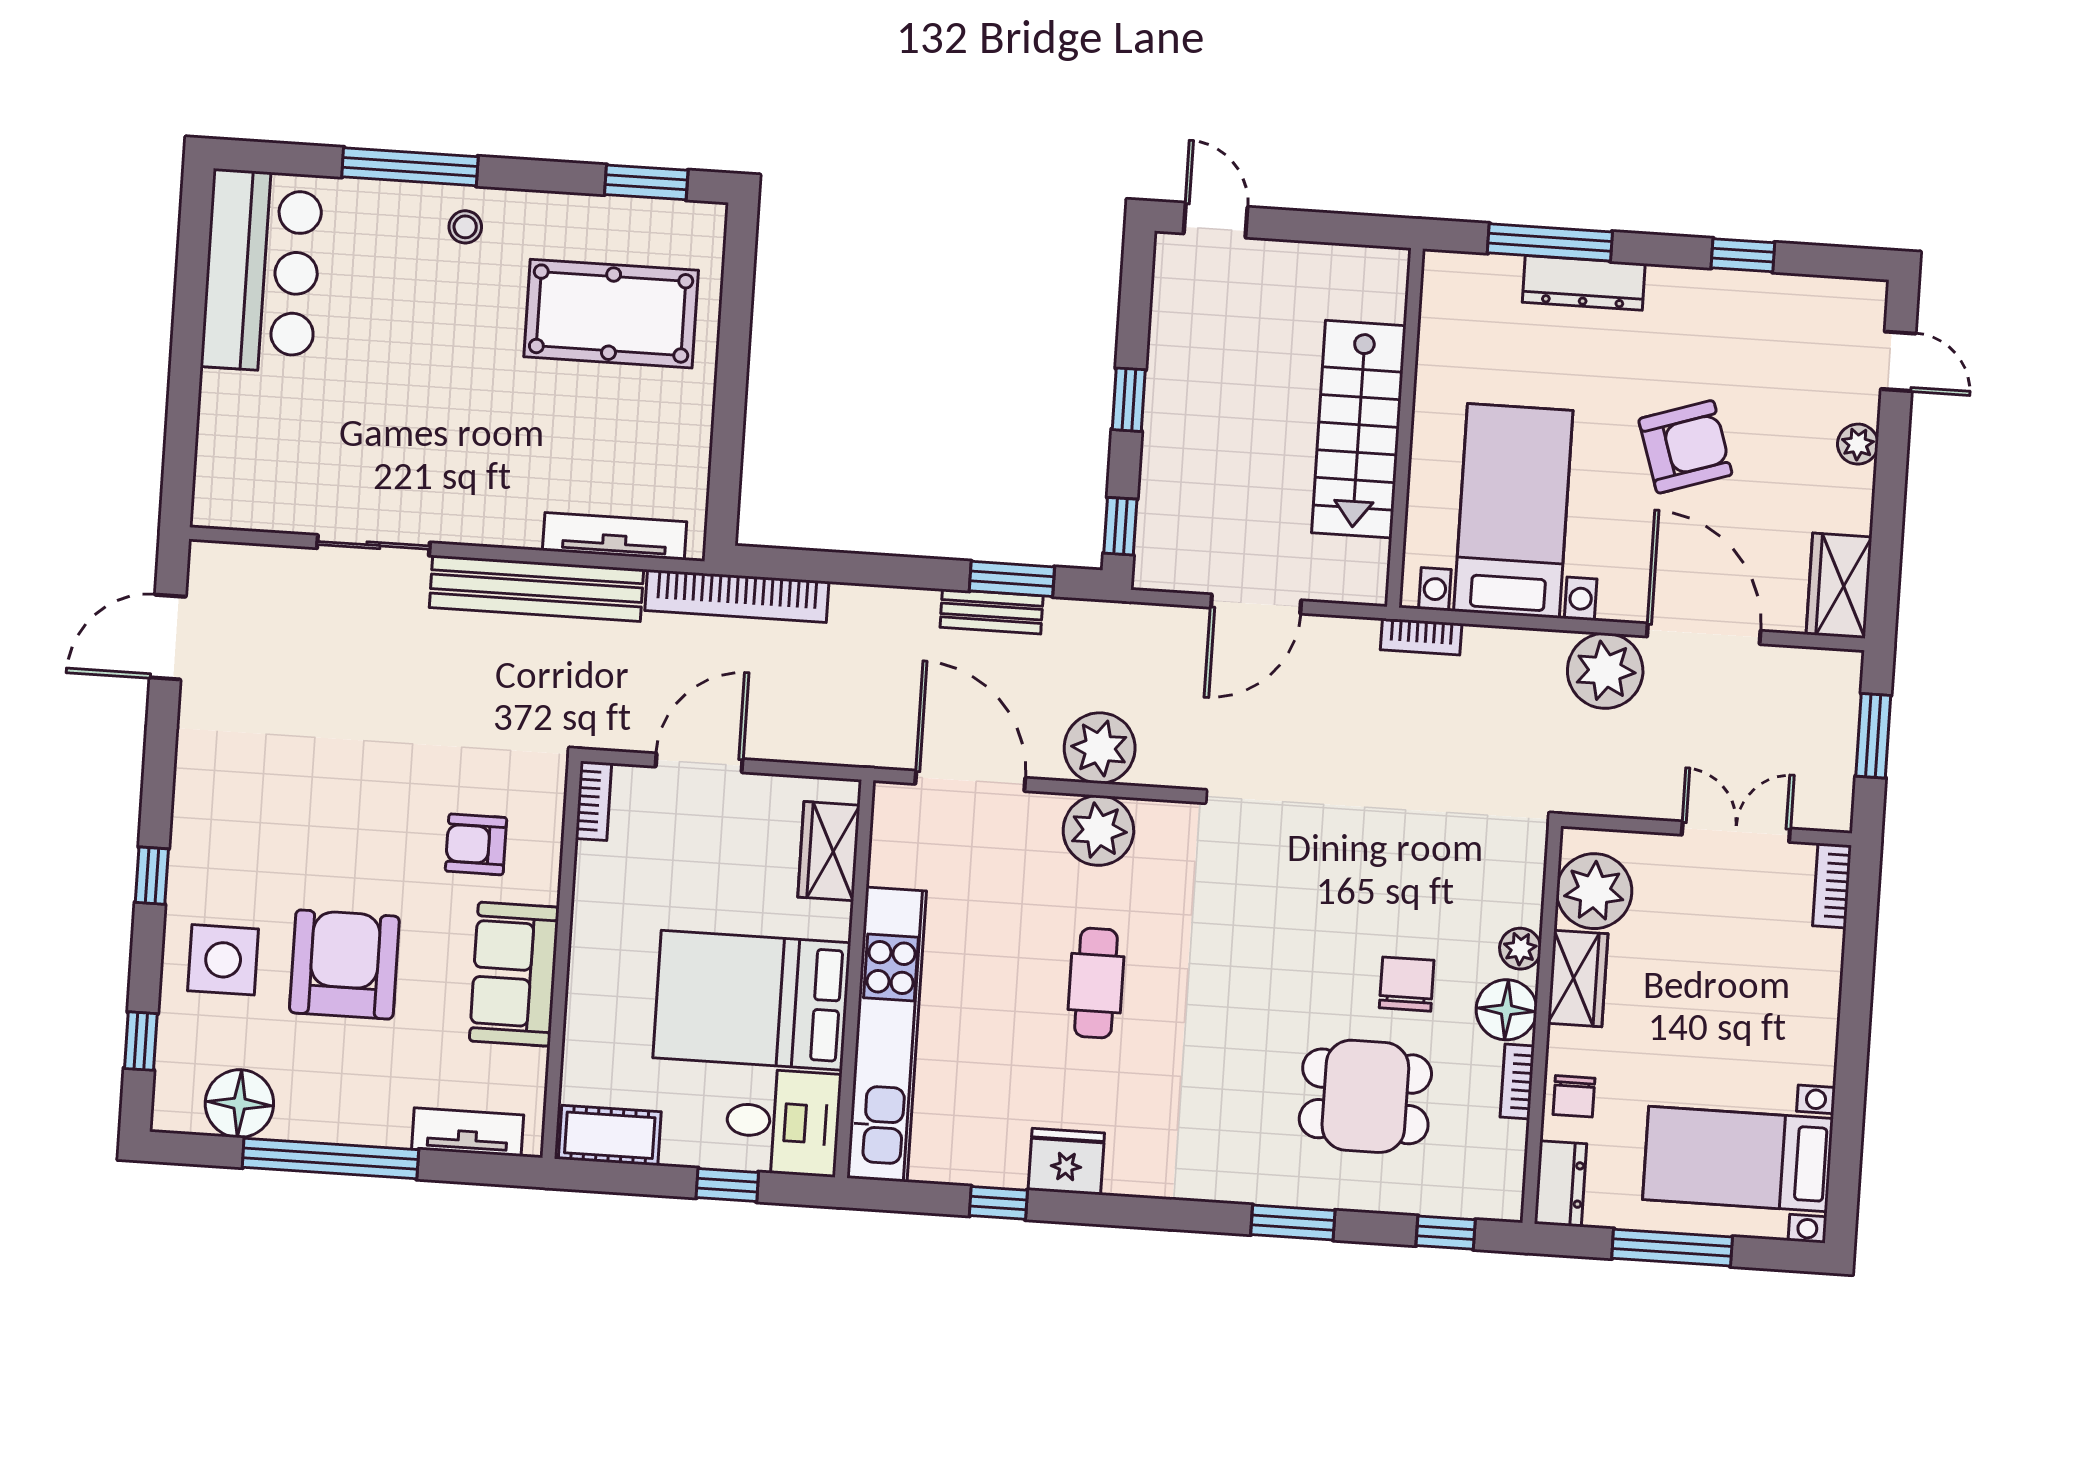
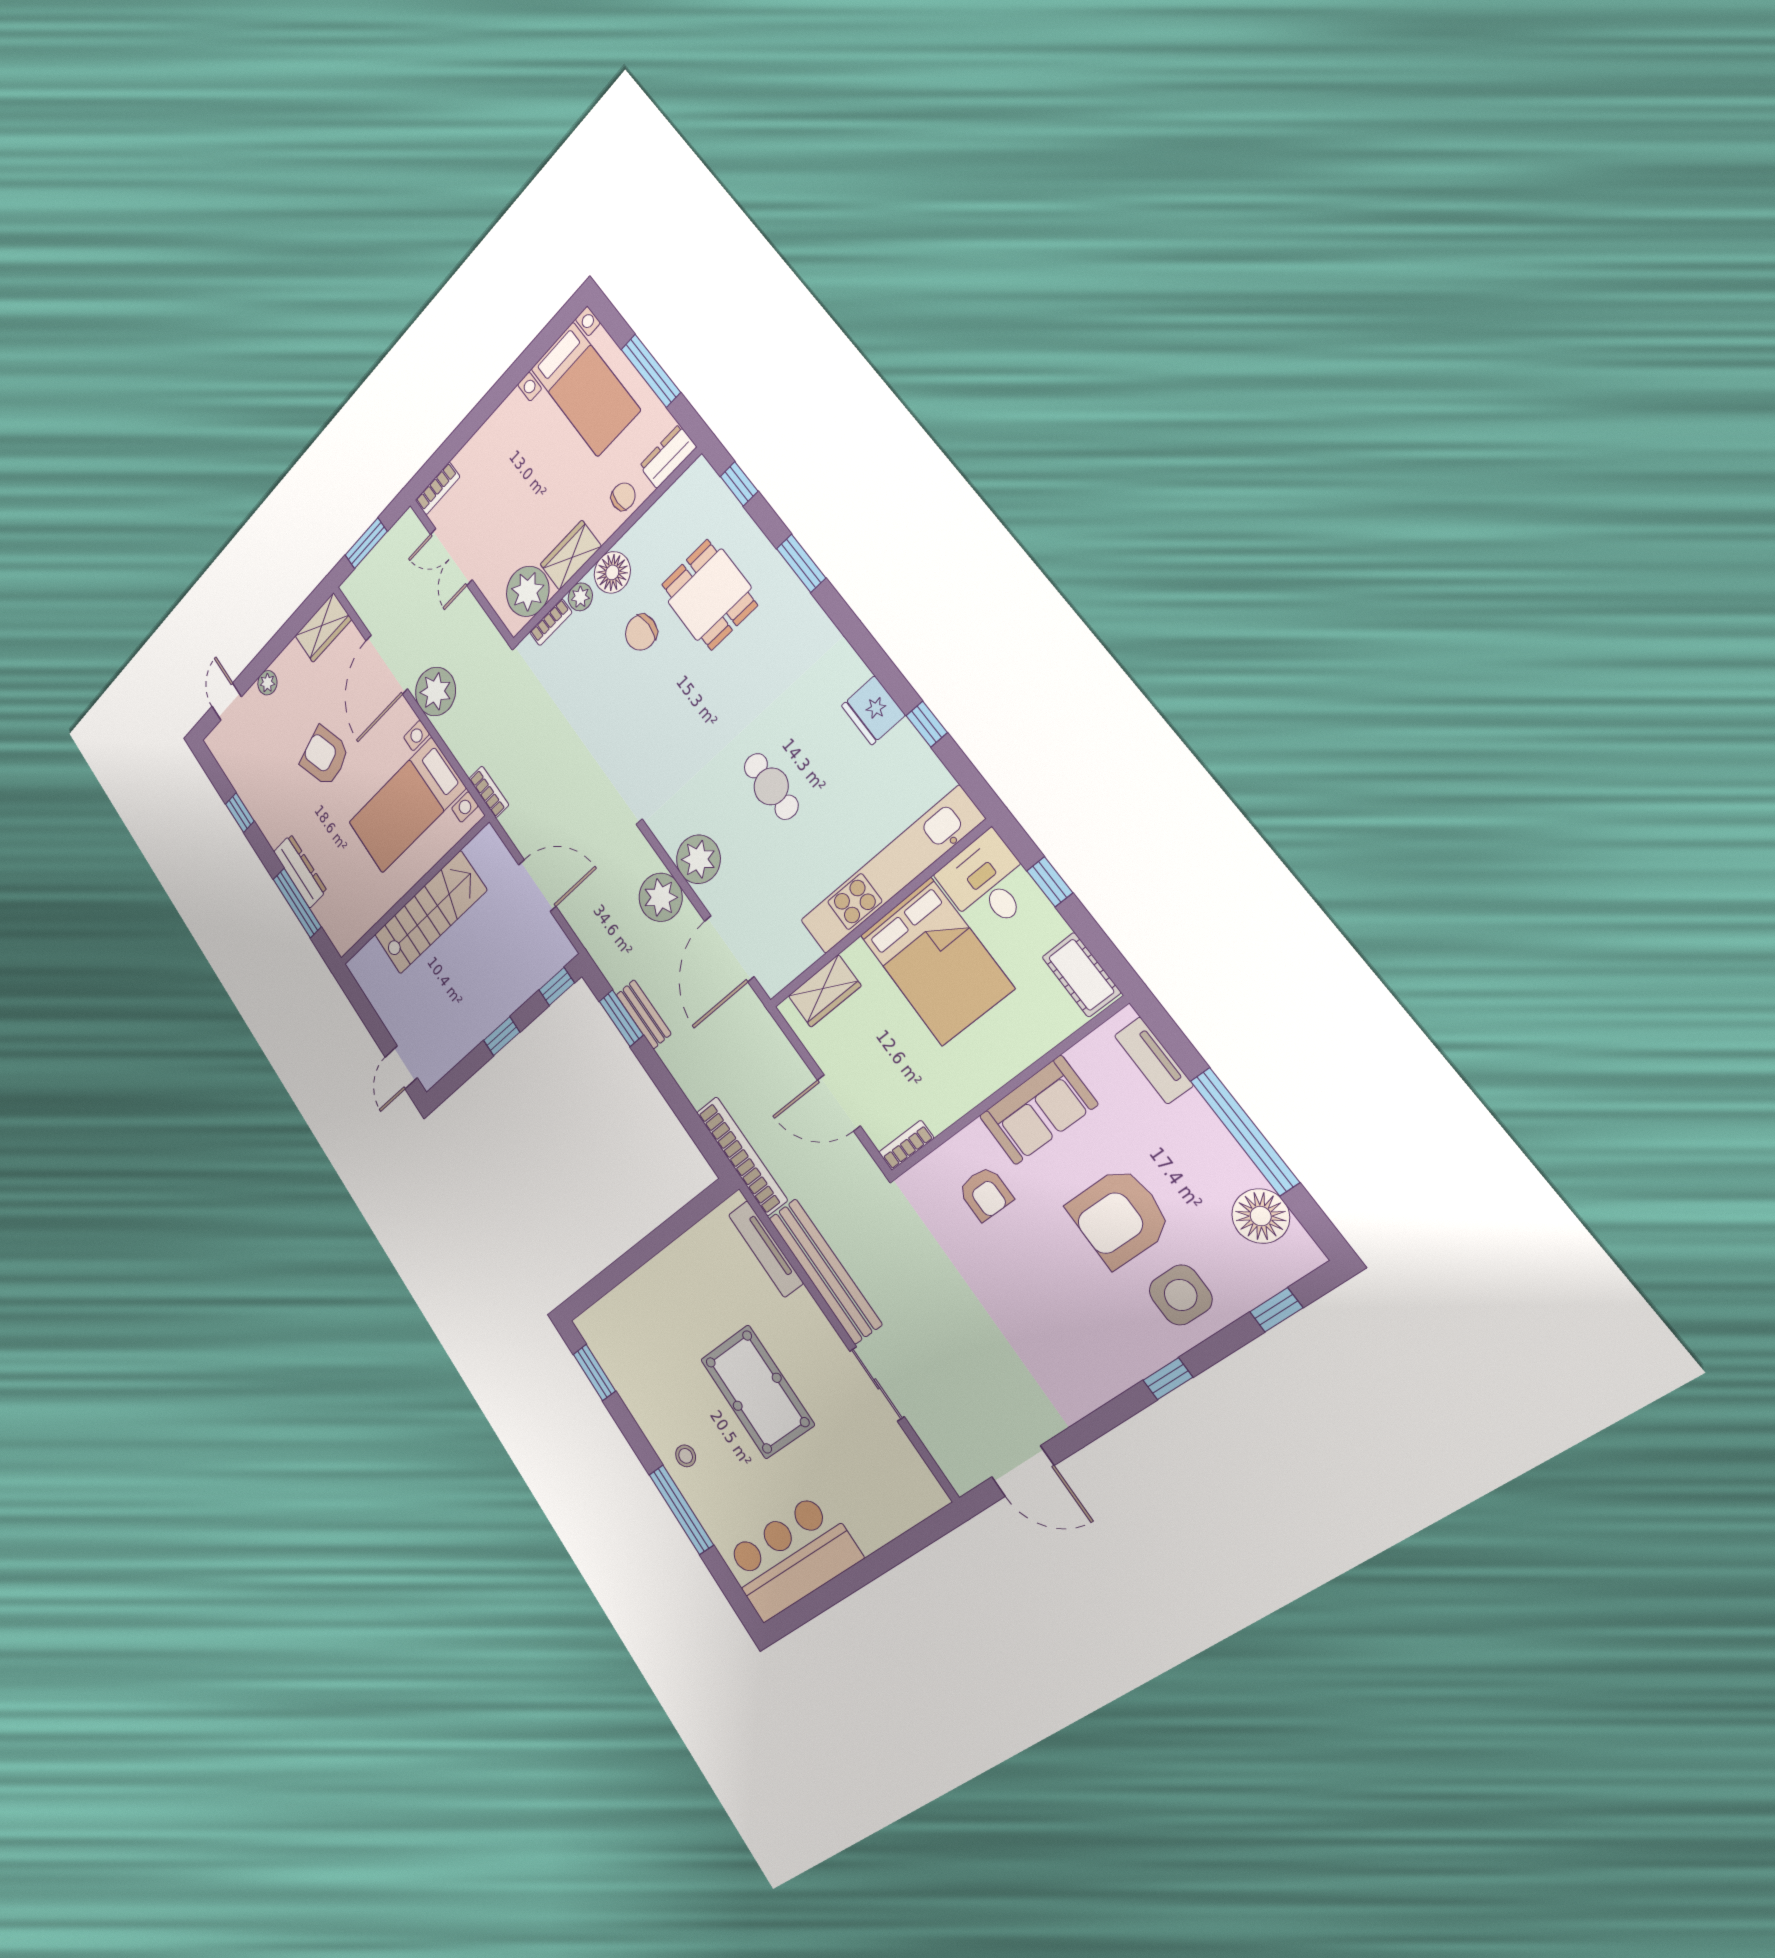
pool table: (611, 314) -> (757, 1392), moved
cafe table: (1096, 983) -> (771, 786), turned 90
bookcase: (1517, 1082) -> (551, 622), moved

